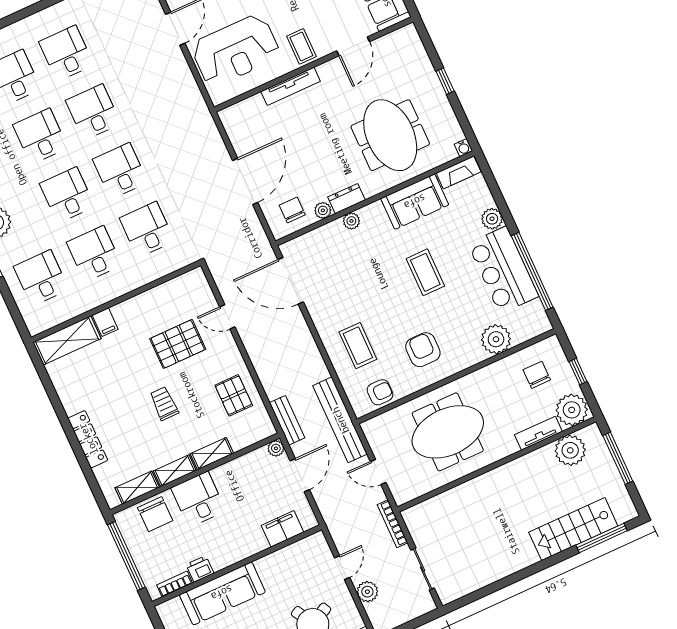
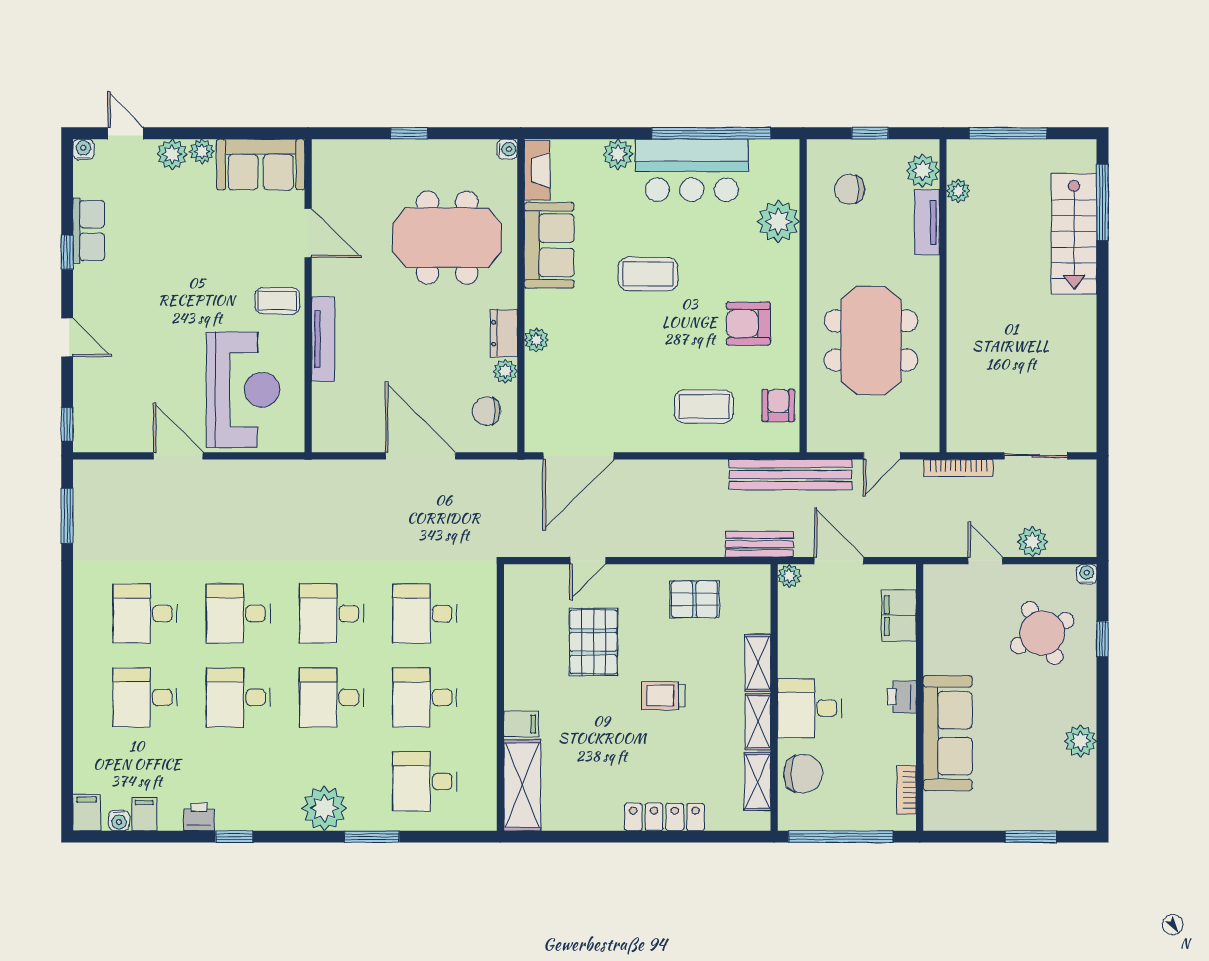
plant: (572, 410) -> (923, 171), width x0.73, depth x0.73
plant: (570, 450) -> (958, 191), width x0.53, depth x0.53
printer: (200, 569) -> (902, 697), moved

